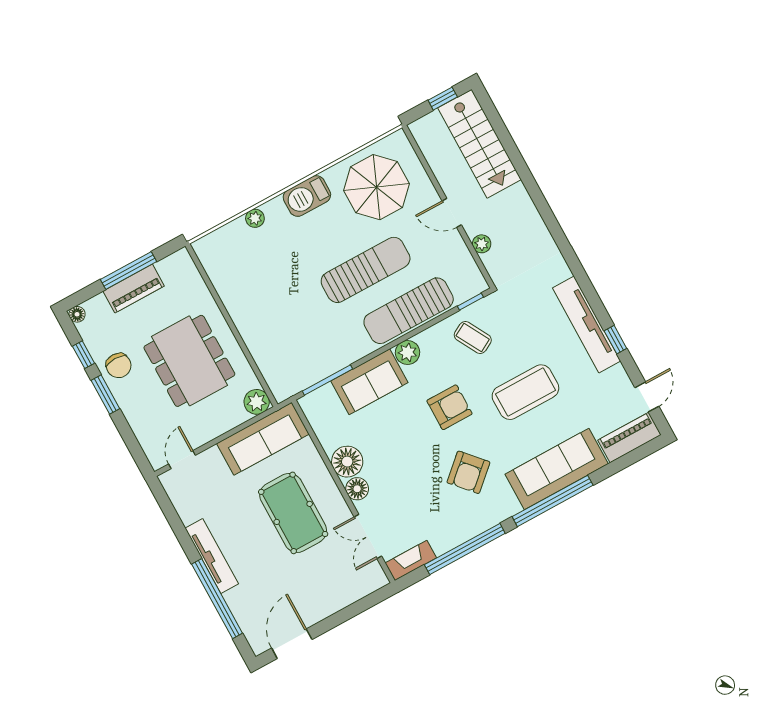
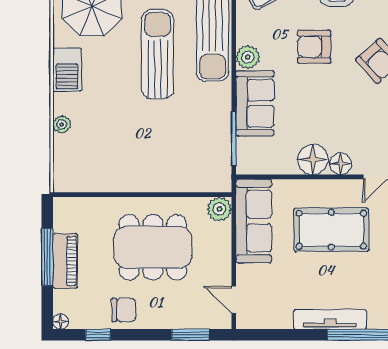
window: (105, 394) -> (190, 335), moved
armchair: (449, 407) -> (314, 47), turned -90

